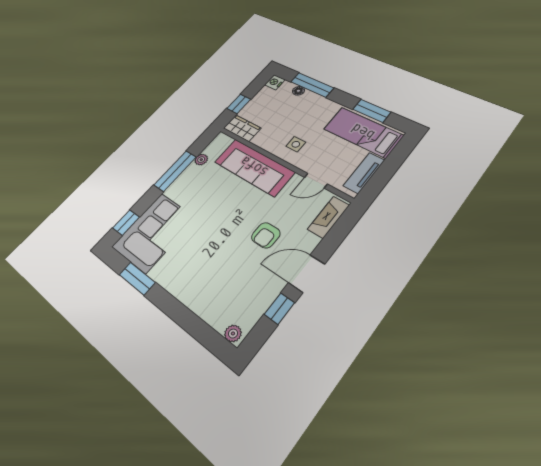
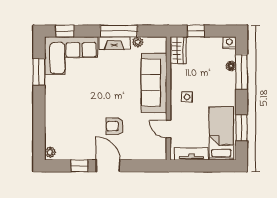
fireplace: (328, 217) -> (114, 43), moved, turned 180

